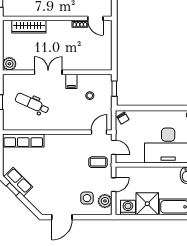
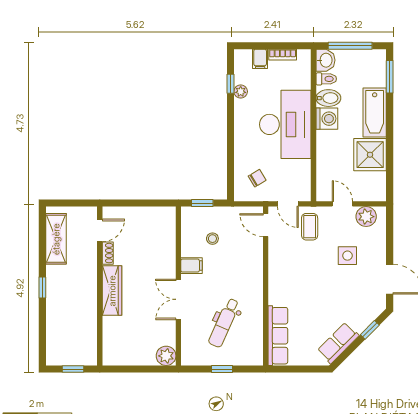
wardrobe: (29, 27) -> (112, 291), moved
chair: (123, 118) -> (257, 178), moved
door: (114, 147) -> (288, 204), swing flipped
window: (13, 189) -> (370, 330), moved
side table: (87, 198) -> (347, 256), moved
washing machine: (128, 207) -> (327, 119), moved, turned 180

